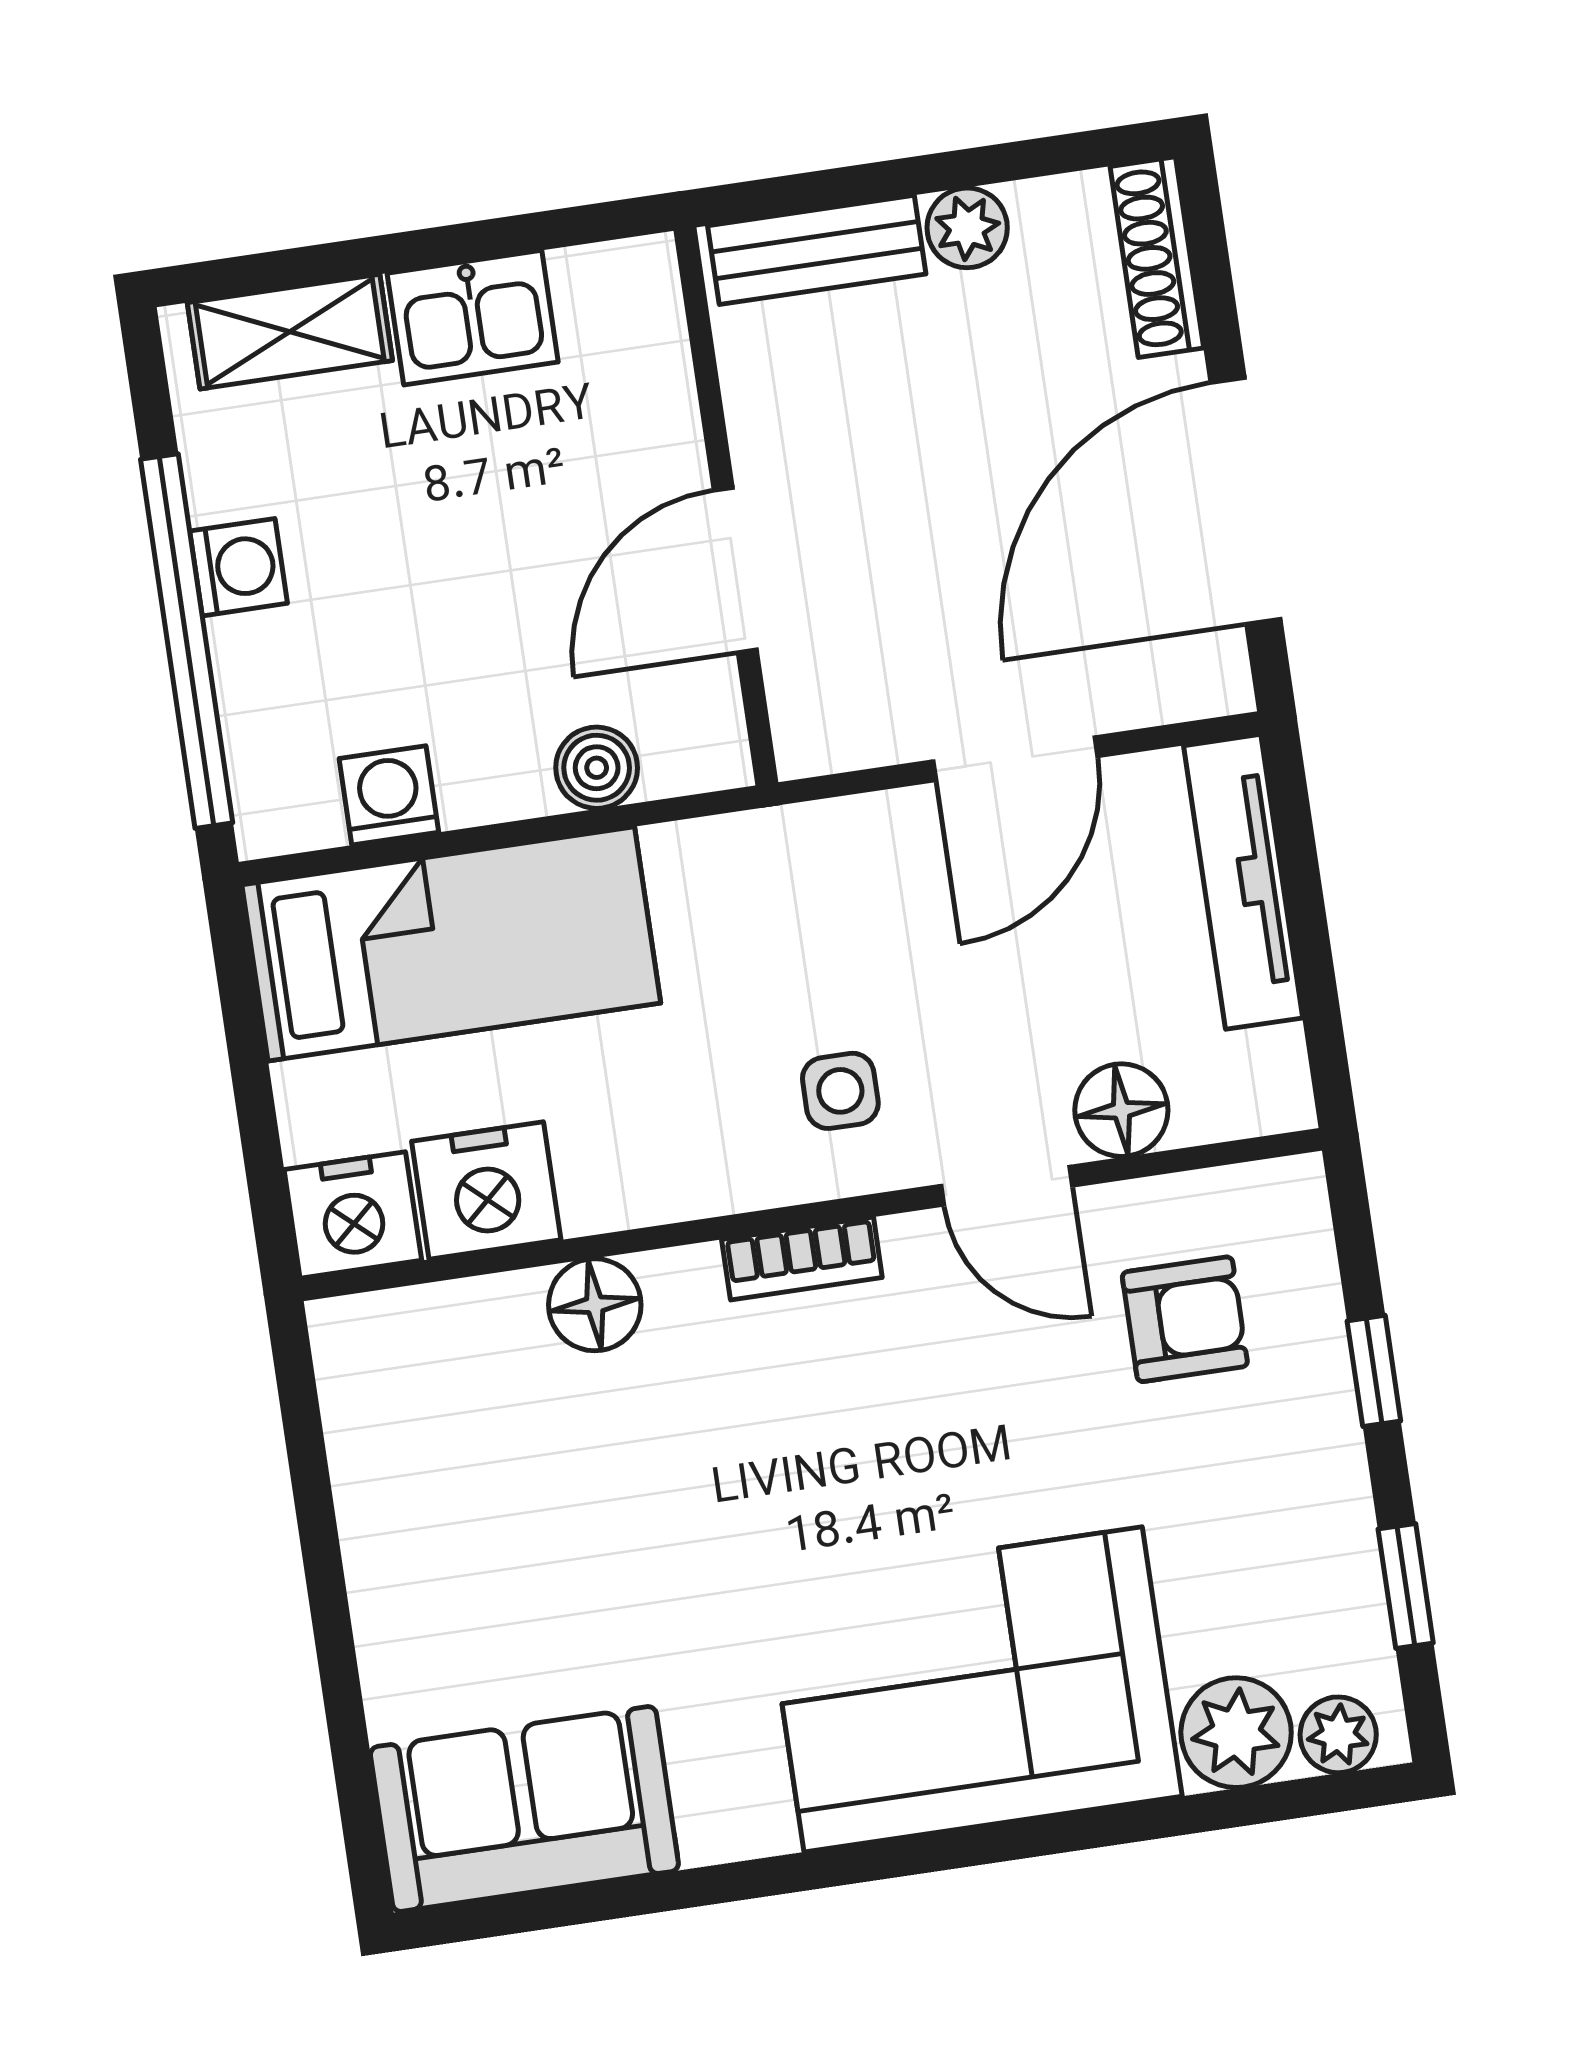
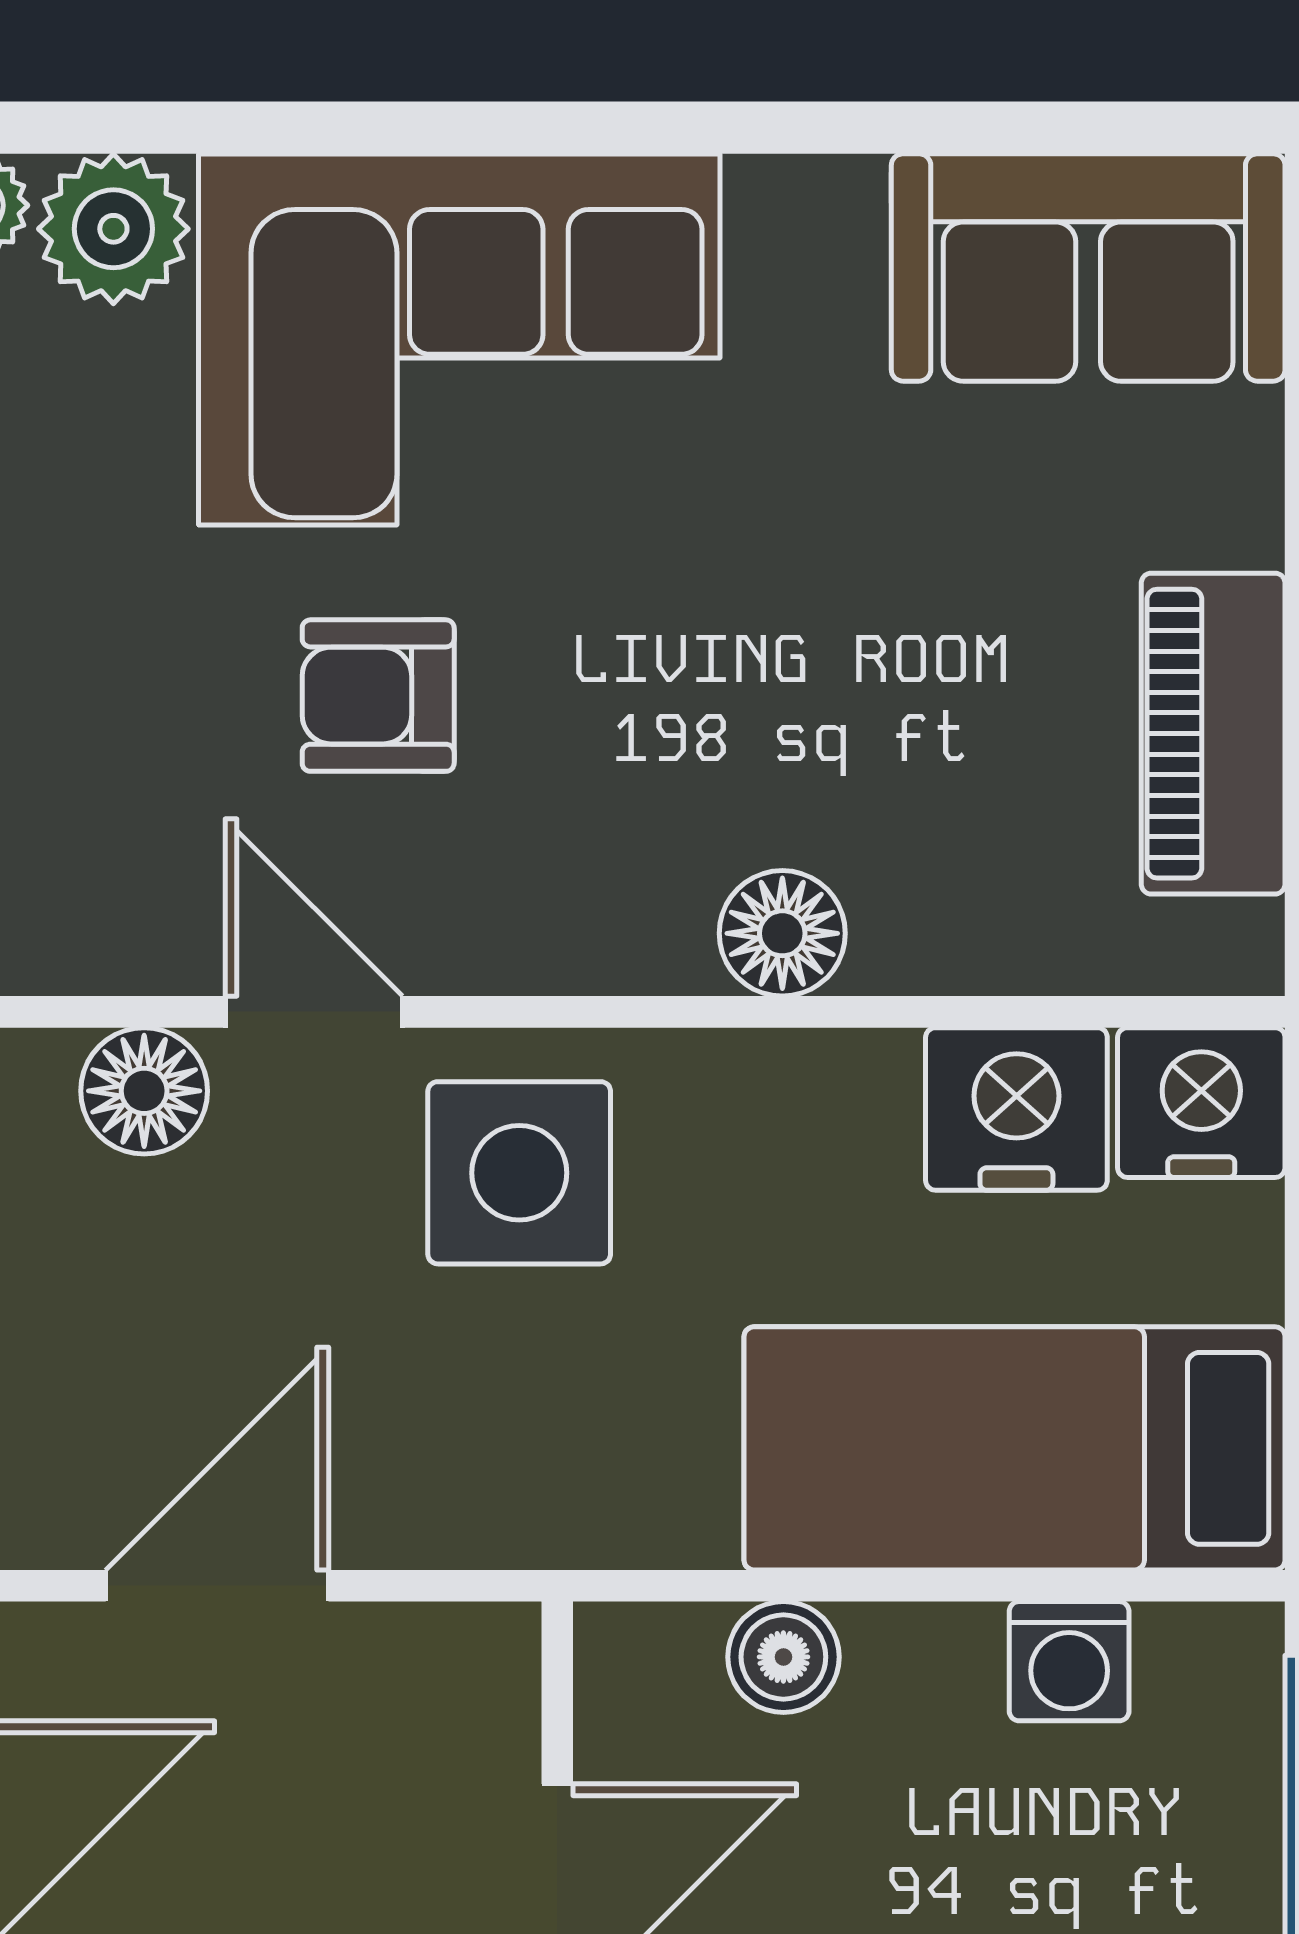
side table: (840, 1091) -> (519, 1173), width x1.87, depth x1.87
bookcase: (802, 1259) -> (604, 954), removed
floor lamp: (595, 1305) -> (782, 933), moved
armchair: (1185, 1319) -> (378, 696), moved
piano: (384, 1484) -> (1213, 734), added

